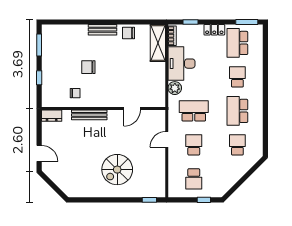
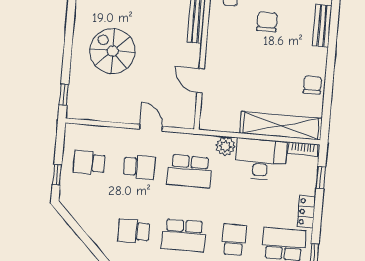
bench: (102, 30) -> (322, 26), moved
shelving: (158, 43) -> (281, 126), width x1.47
school desk: (237, 77) -> (234, 240), turned -90
school desk: (194, 111) -> (189, 171), turned 90
school desk: (237, 111) -> (184, 235), turned 180
school desk: (237, 145) -> (134, 231), turned 180

